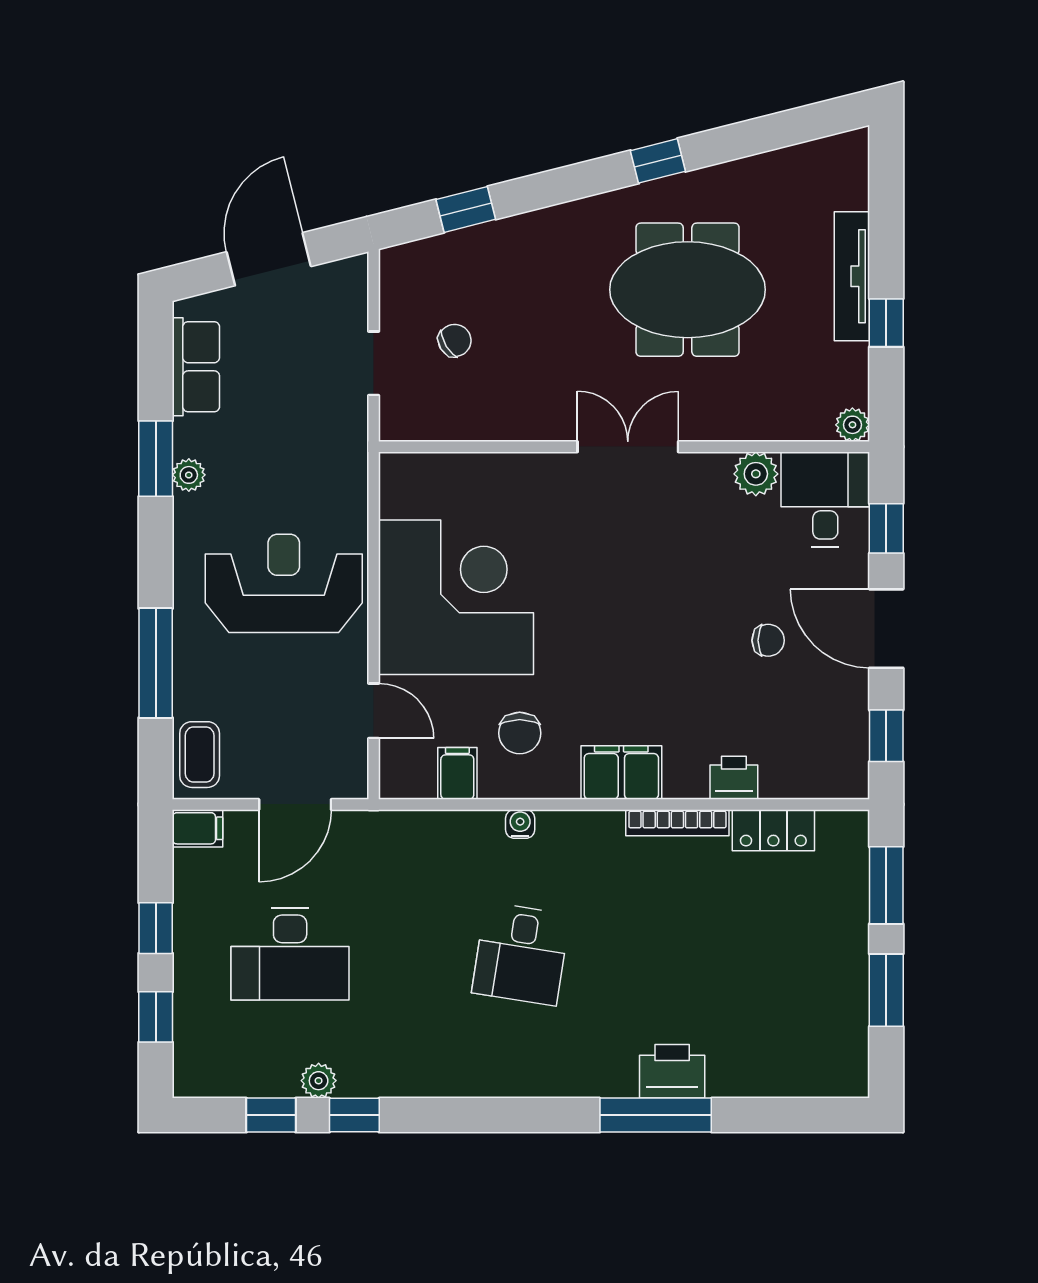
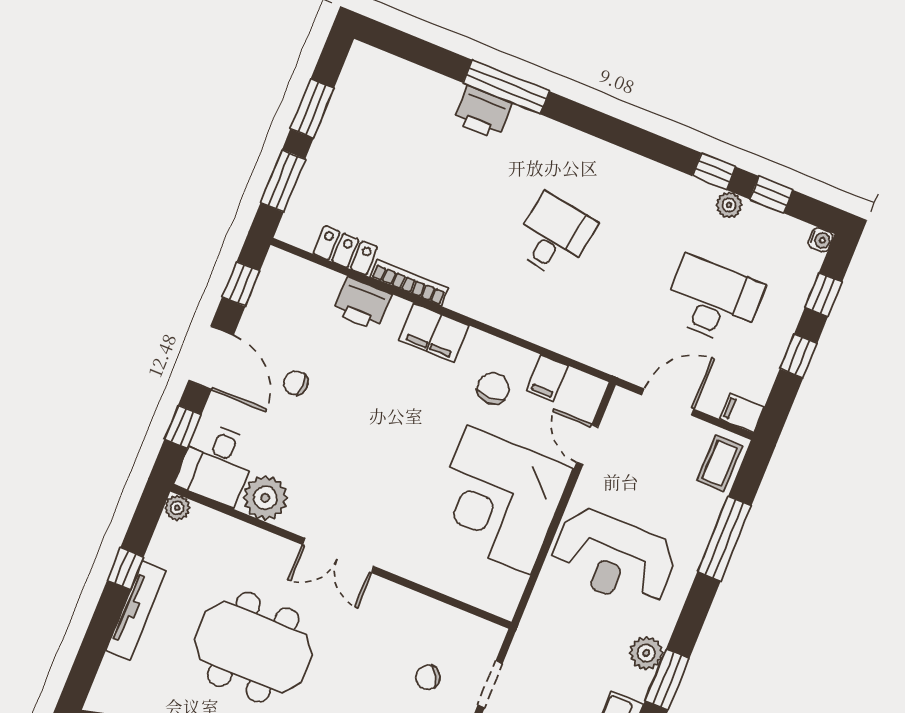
plant: (756, 474) -> (265, 498), width x1.36, depth x1.36
plant: (189, 475) -> (646, 653), width x1.38, depth x1.38
printer: (734, 778) -> (362, 304), width x1.36, depth x1.24
water cooler: (520, 824) -> (821, 240), moved, turned -90

